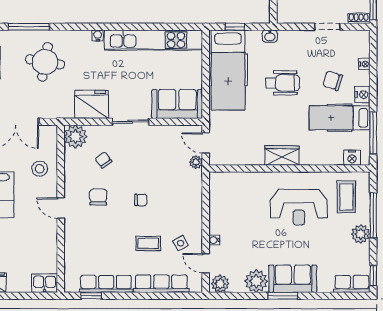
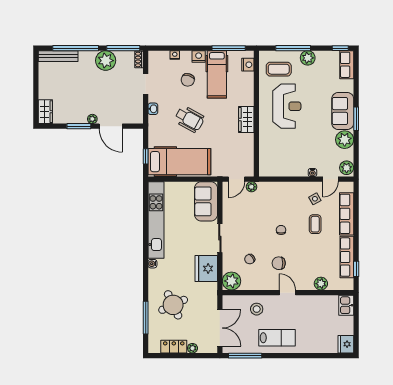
washbasin: (270, 36) -> (153, 109), moved
round table: (45, 62) -> (173, 305), turned -35
wheelchair: (283, 83) -> (189, 119), turned 119
door: (61, 208) -> (287, 293), swing flipped
plant: (72, 251) -> (321, 284), added

